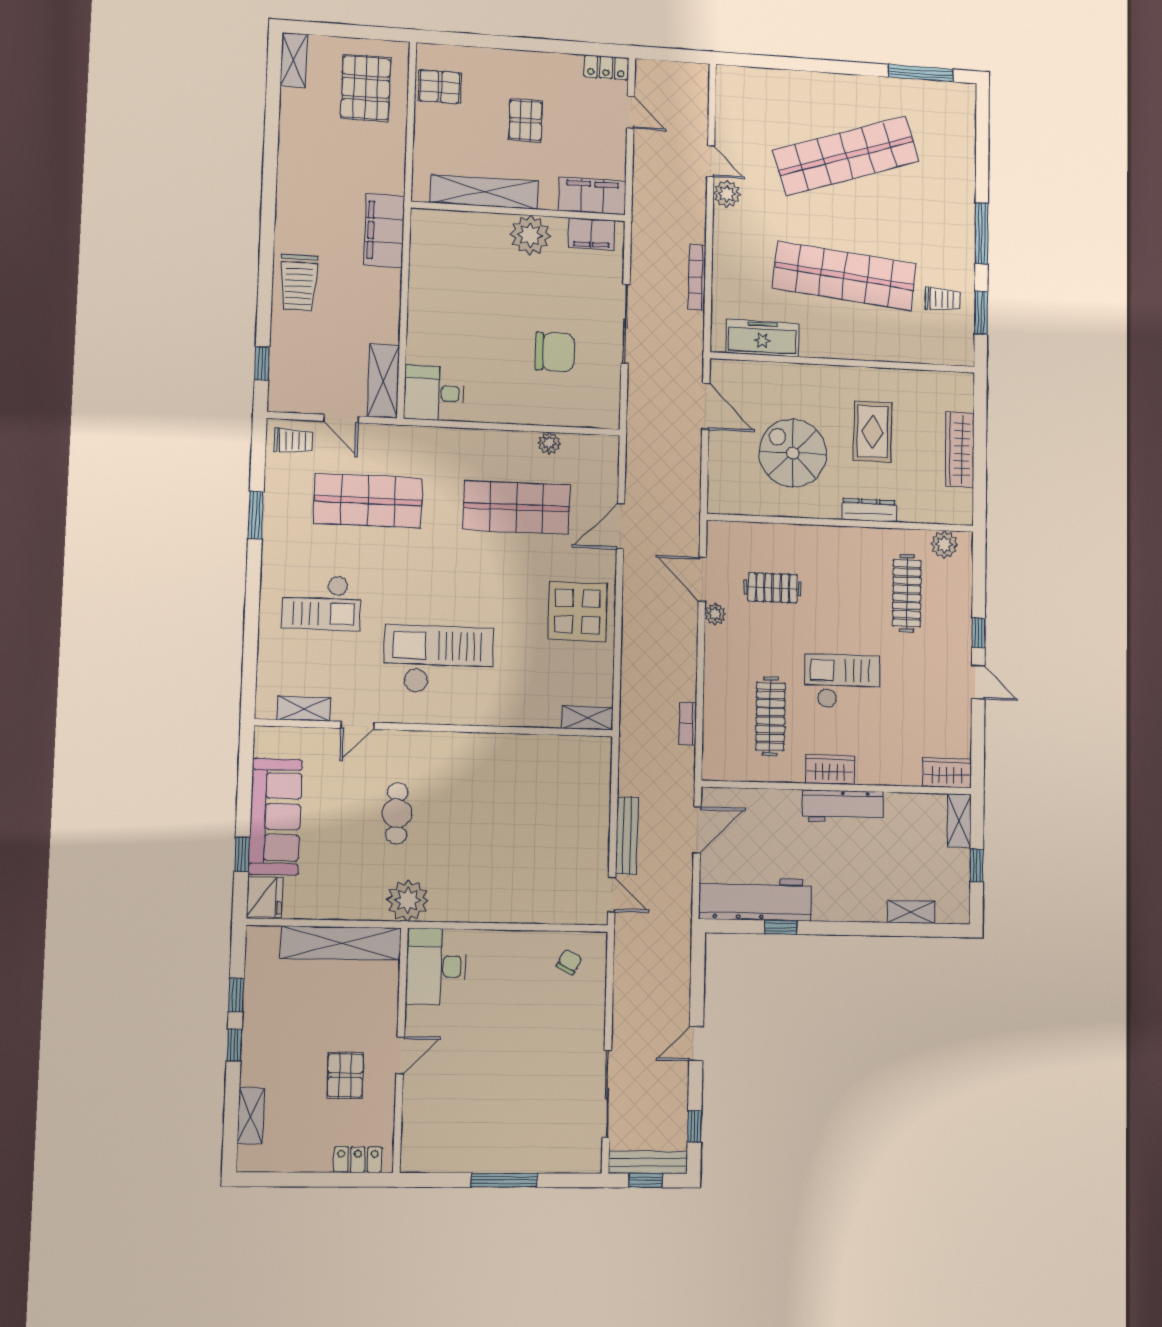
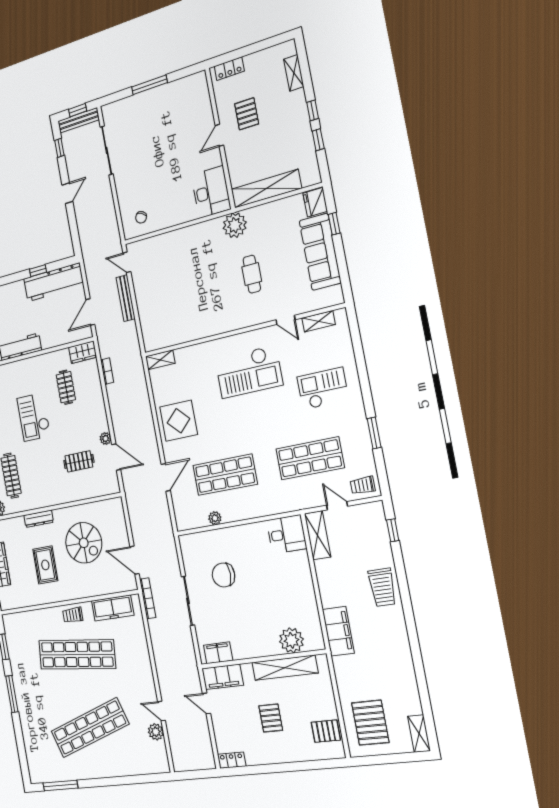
door: (631, 112) -> (206, 703), moved
plant: (727, 194) -> (156, 732), moved
plant: (530, 235) -> (291, 640), moved
bookcase: (697, 277) -> (148, 598), moved
trolley: (299, 282) -> (382, 587), turned 180
trolley: (943, 299) -> (73, 615), moved
checkout: (842, 681) -> (34, 417), turned 90
clothes rail: (770, 716) -> (66, 387), width x0.73
door: (358, 725) -> (285, 320), swing flipped
wardrobe: (830, 770) -> (83, 352), moved

